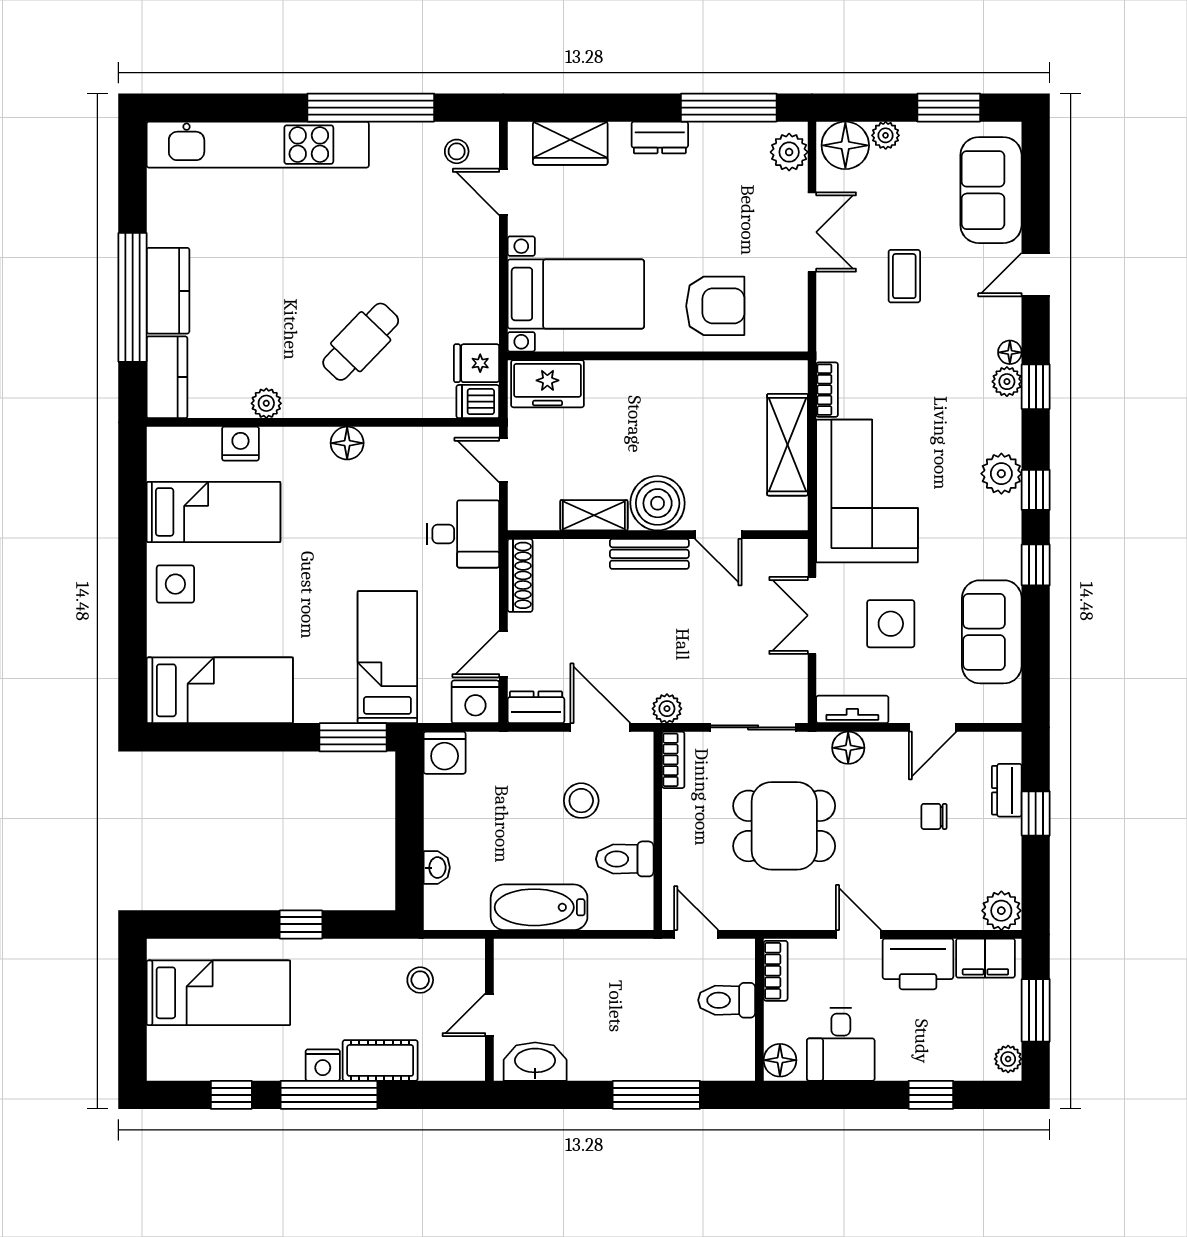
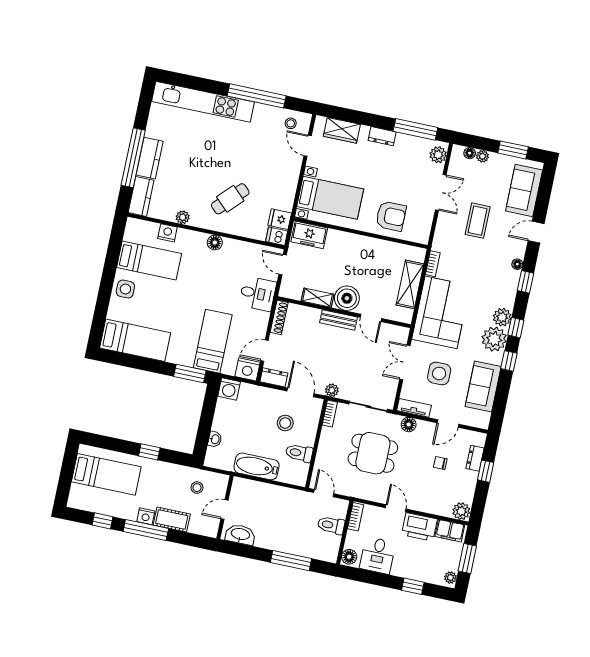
floor lamp: (845, 145) -> (470, 153), width x0.53, depth x0.53
coffee table: (904, 276) -> (478, 221), width x1.36, depth x1.30
plant: (1007, 382) -> (494, 339), moved, width x1.88, depth x1.88

